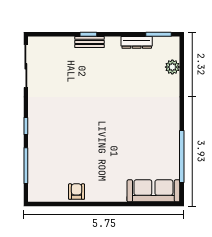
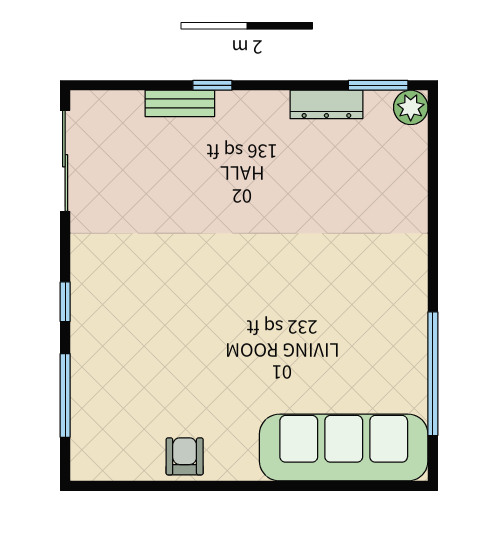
bench: (89, 42) -> (180, 103), moved
plant: (172, 67) -> (411, 107), moved
sofa: (153, 191) -> (344, 448), width x1.36, depth x1.27

